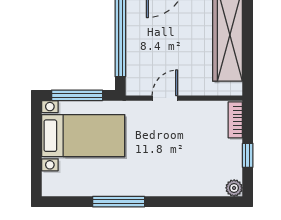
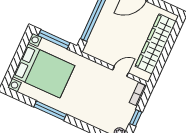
door: (165, 98) -> (121, 71), moved
bed with nightstands: (83, 136) -> (44, 71), width x1.36

